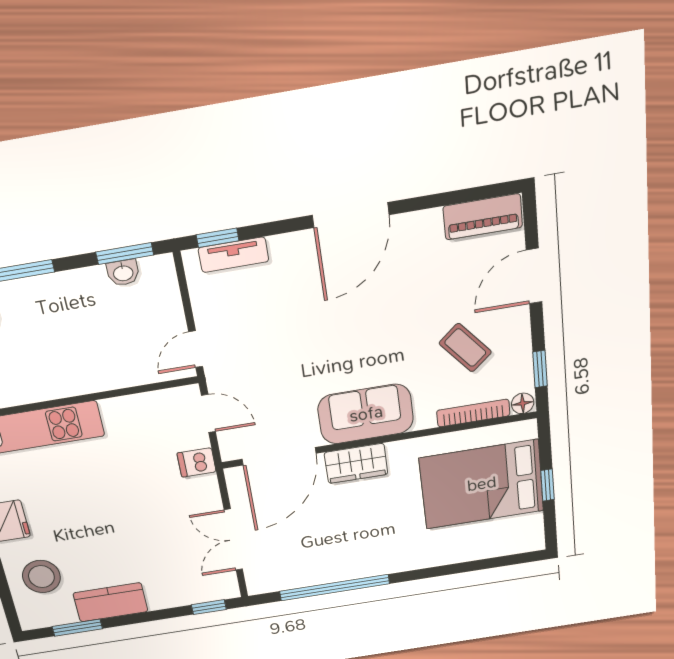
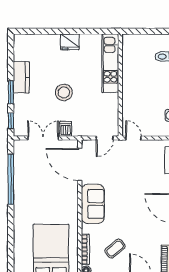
dishwasher: (197, 462) -> (66, 129), moved
wardrobe: (356, 463) -> (71, 197), removed
stool: (41, 577) -> (64, 92), moved
window: (77, 628) -> (11, 92), moved

